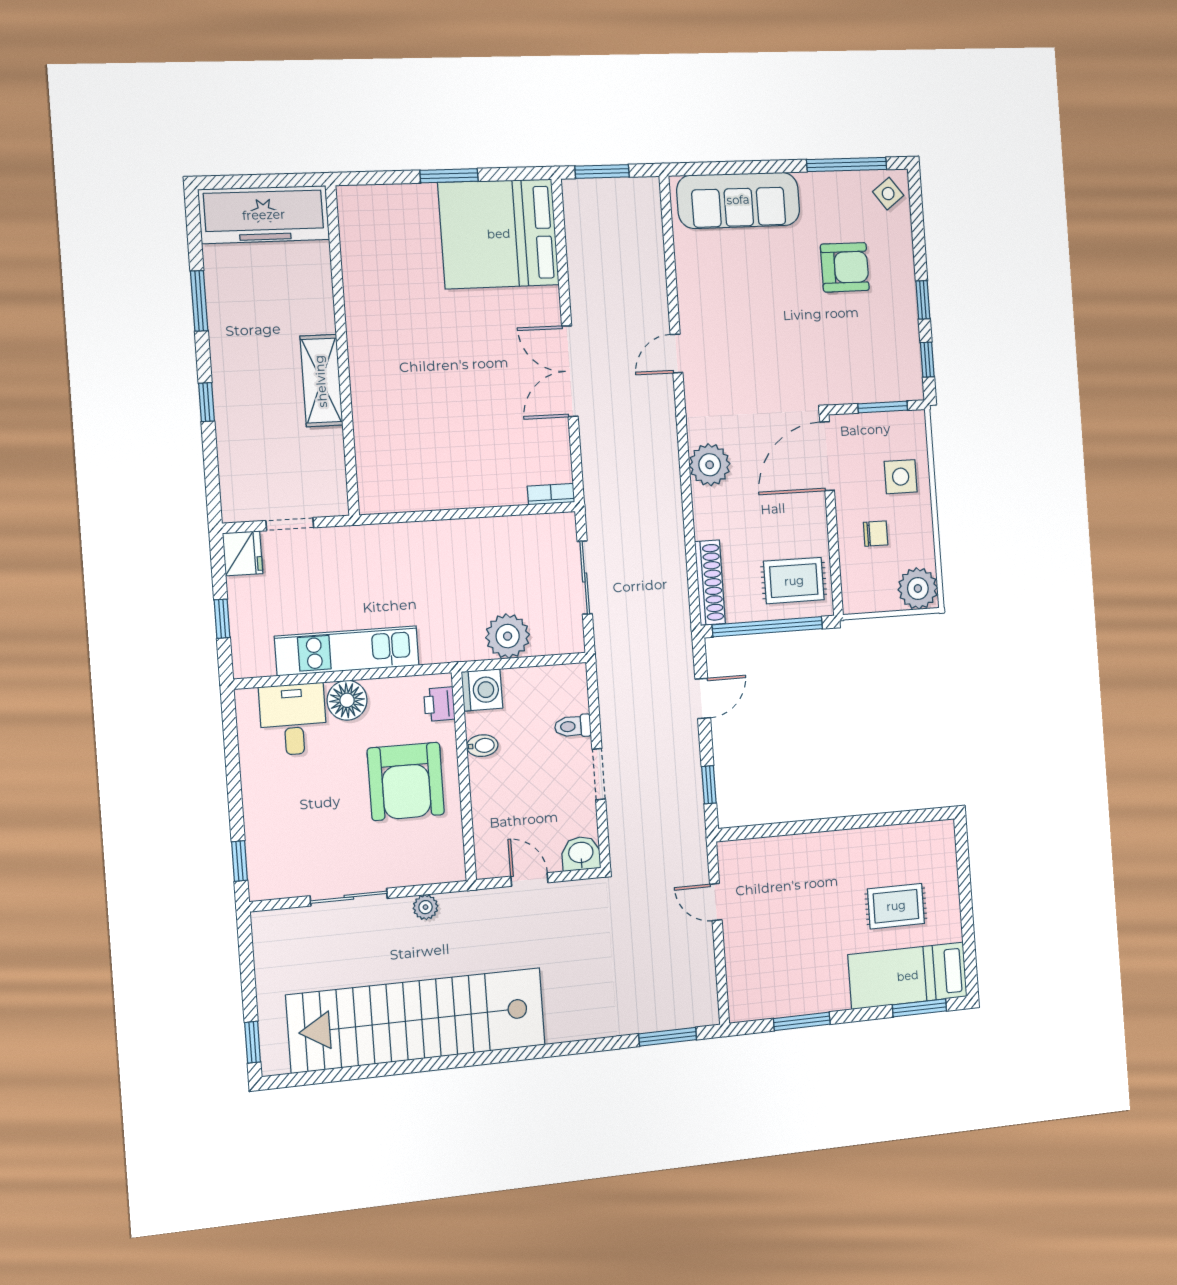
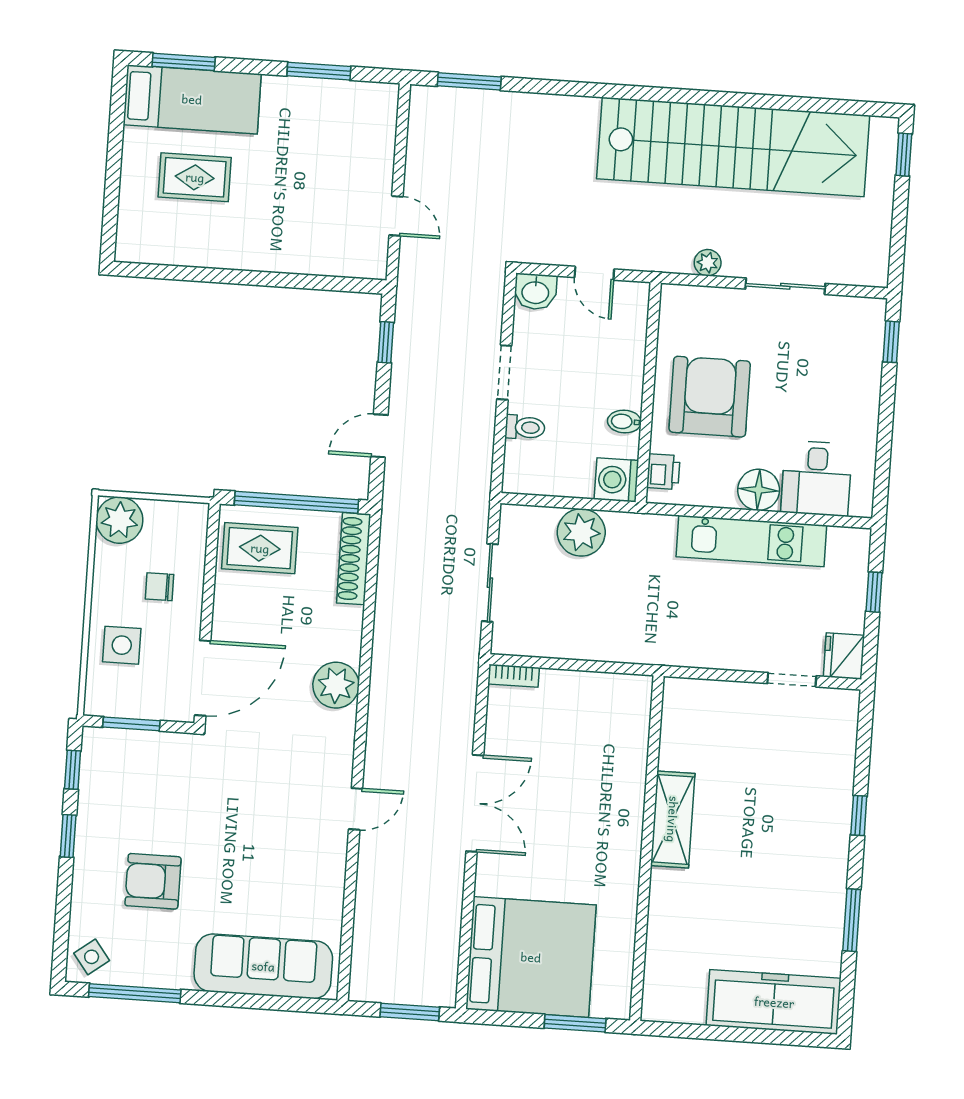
wall: (342, 350) -> (647, 848), moved
shelving: (321, 381) -> (673, 819), moved

